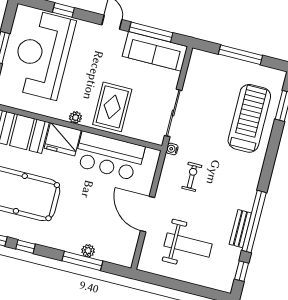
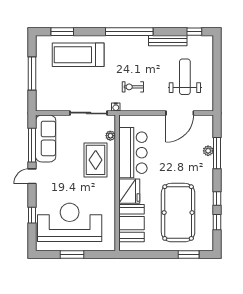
reception desk: (42, 55) -> (70, 222), turned 180
rug: (112, 107) -> (96, 160), turned 90
plant: (75, 117) -> (110, 136), moved
door: (148, 214) -> (180, 113), moved
window: (254, 222) -> (129, 32), moved
bench: (240, 229) -> (168, 41), width x1.36

